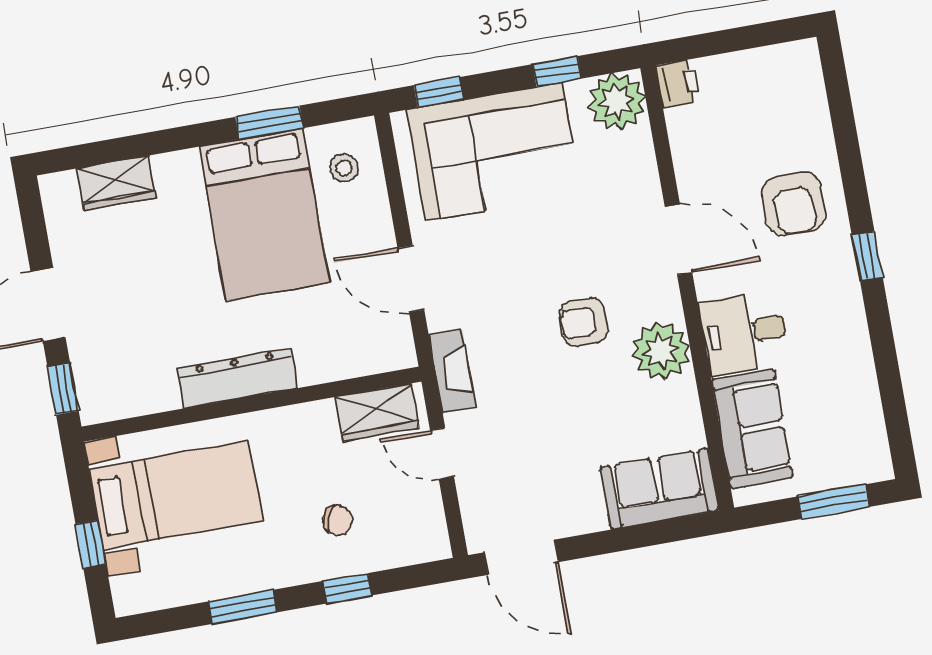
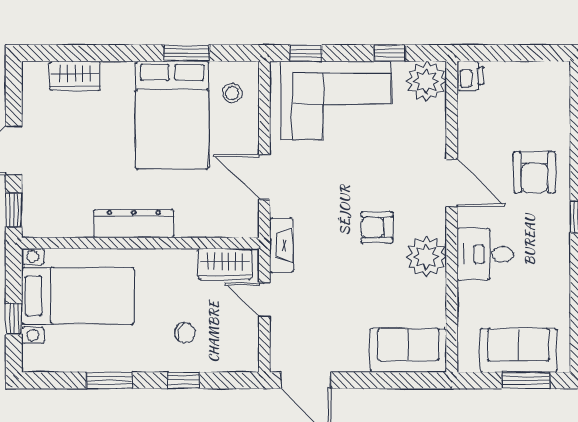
sofa: (752, 429) -> (518, 350), moved, turned -90

